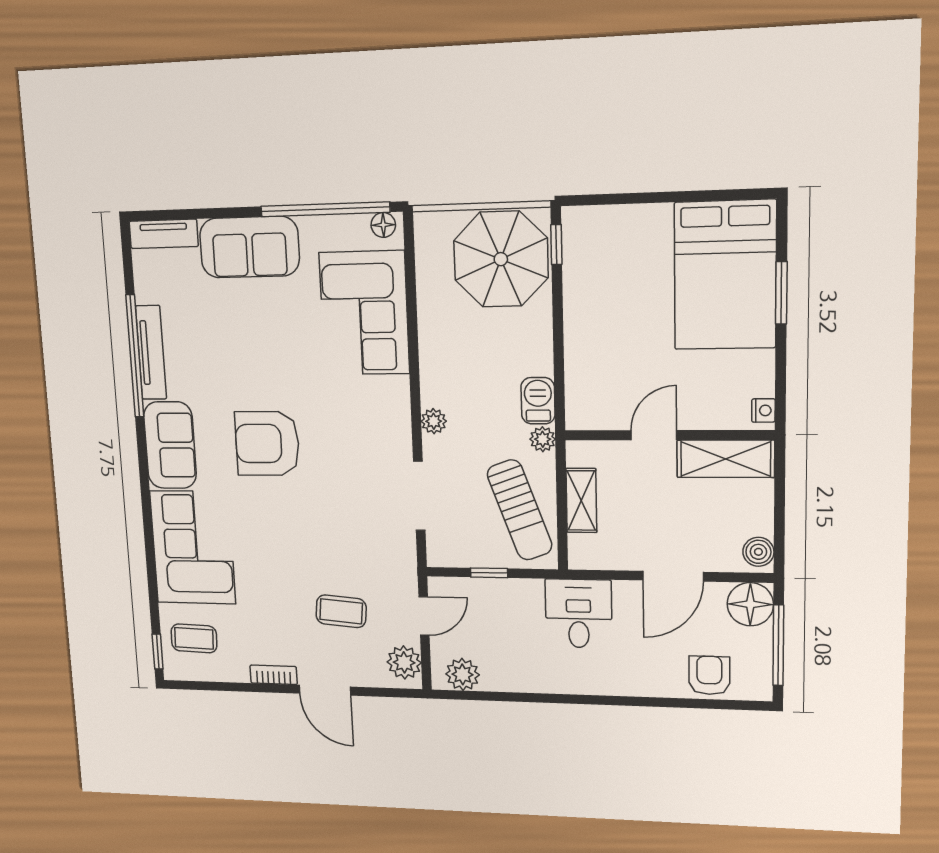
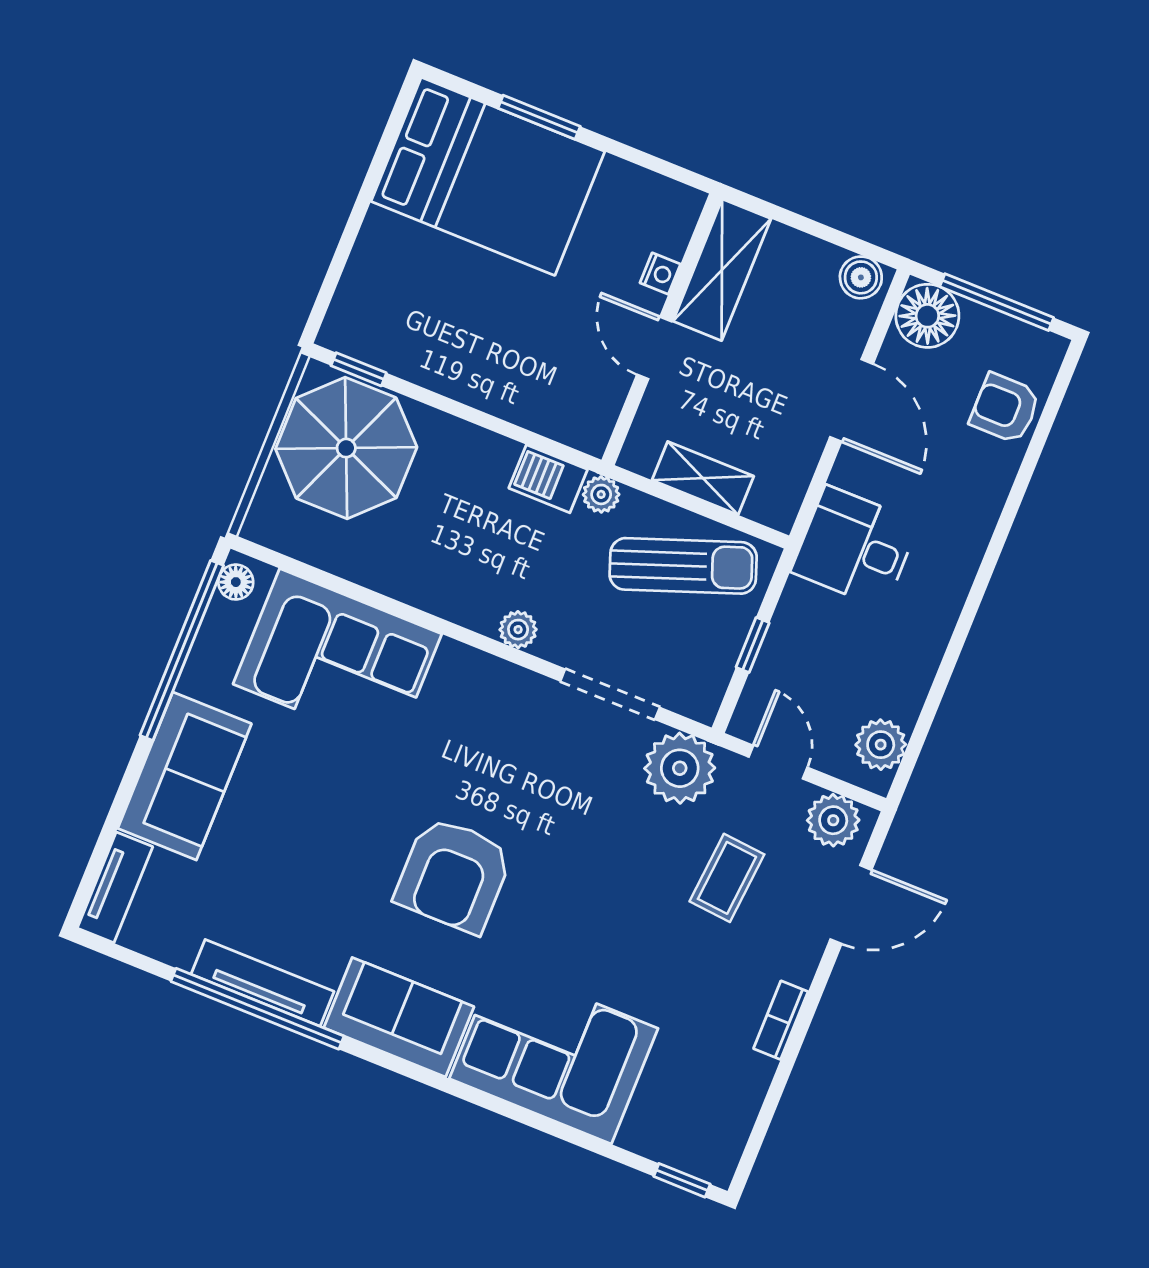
nightstand: (763, 410) -> (660, 274), moved, turned 90
plant: (393, 557) -> (680, 768), added
coffee table: (194, 638) -> (684, 1115), removed
door: (325, 690) -> (851, 905), moved

